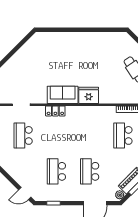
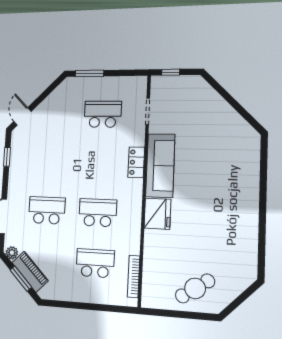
sofa: (63, 95) -> (160, 166), width x1.36
school desk: (56, 171) -> (98, 213), moved

